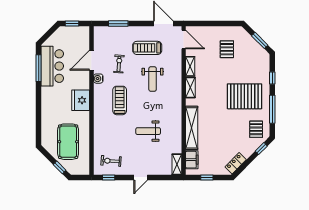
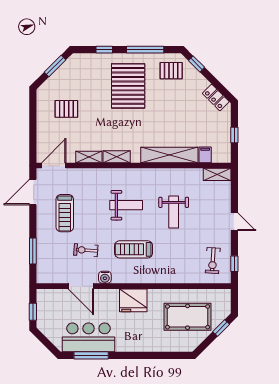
weight bench: (153, 79) -> (126, 205), moved
filing cabinet: (192, 160) -> (205, 155), width x0.50

